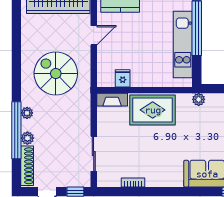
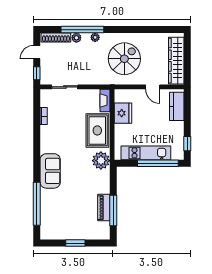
fridge: (123, 78) -> (123, 113), width x1.88, depth x1.34
plant: (199, 99) -> (101, 161), width x1.87, depth x1.87

